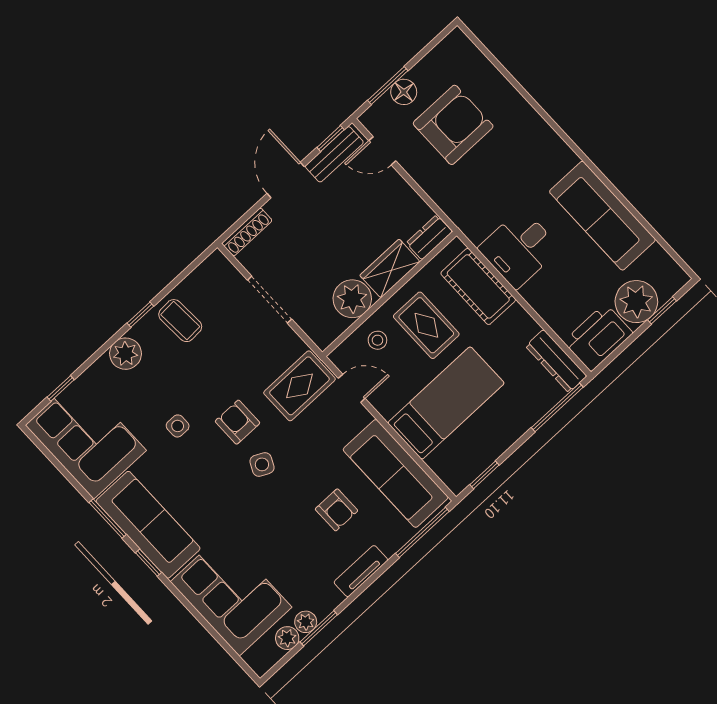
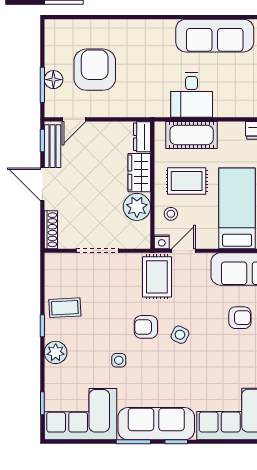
nightstand: (340, 357) -> (162, 242), added

